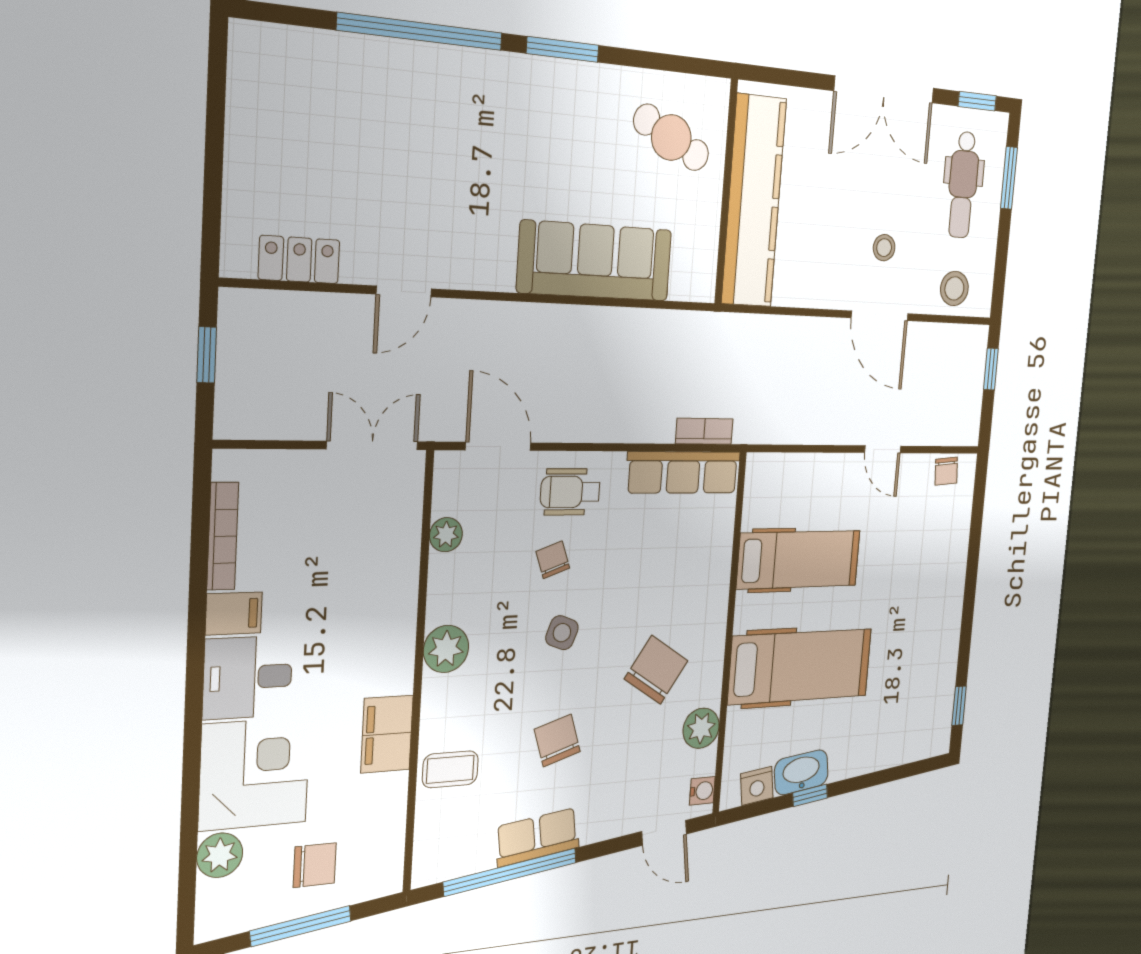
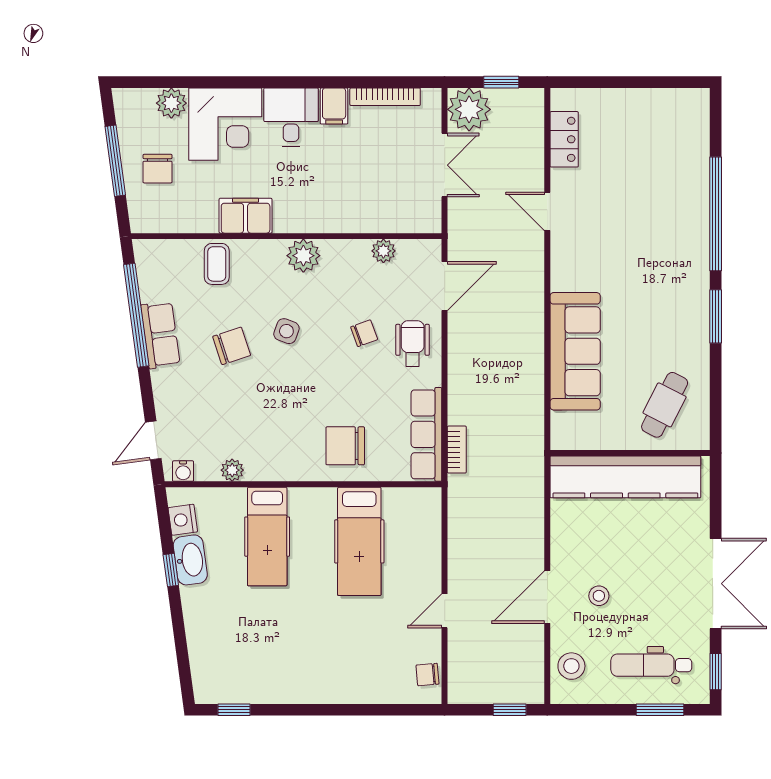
double door: (884, 90) -> (716, 584), swing flipped
plant: (247, 407) -> (469, 109), added
double door: (372, 445) -> (445, 165), moved
side table: (562, 633) -> (286, 331), moved
hospital bed: (800, 666) -> (267, 537), width x0.73, depth x0.78
chair: (656, 670) -> (345, 446), moved, turned 147
plant: (701, 728) -> (232, 470), width x0.73, depth x0.73

